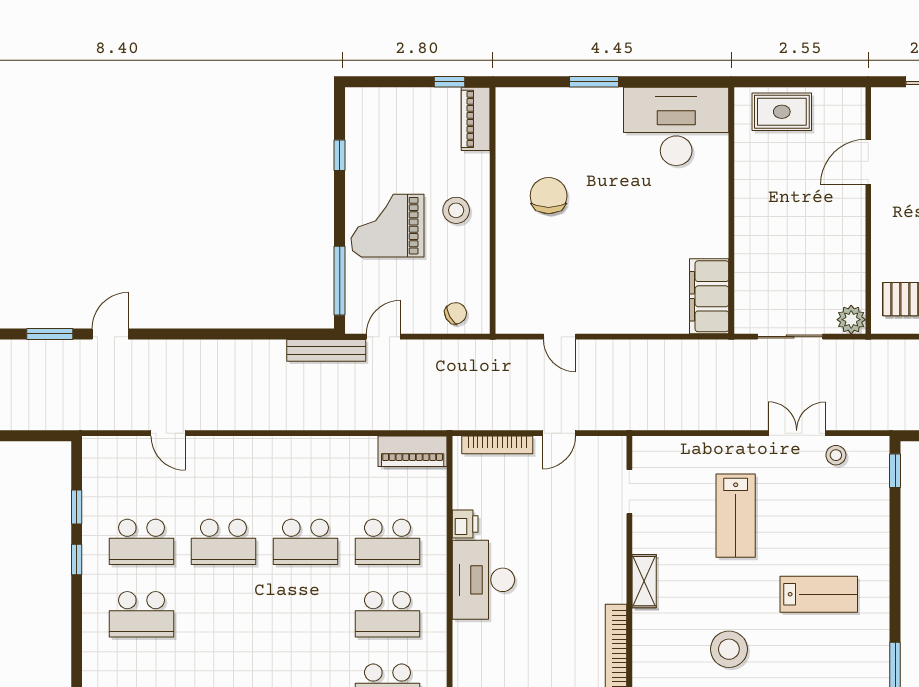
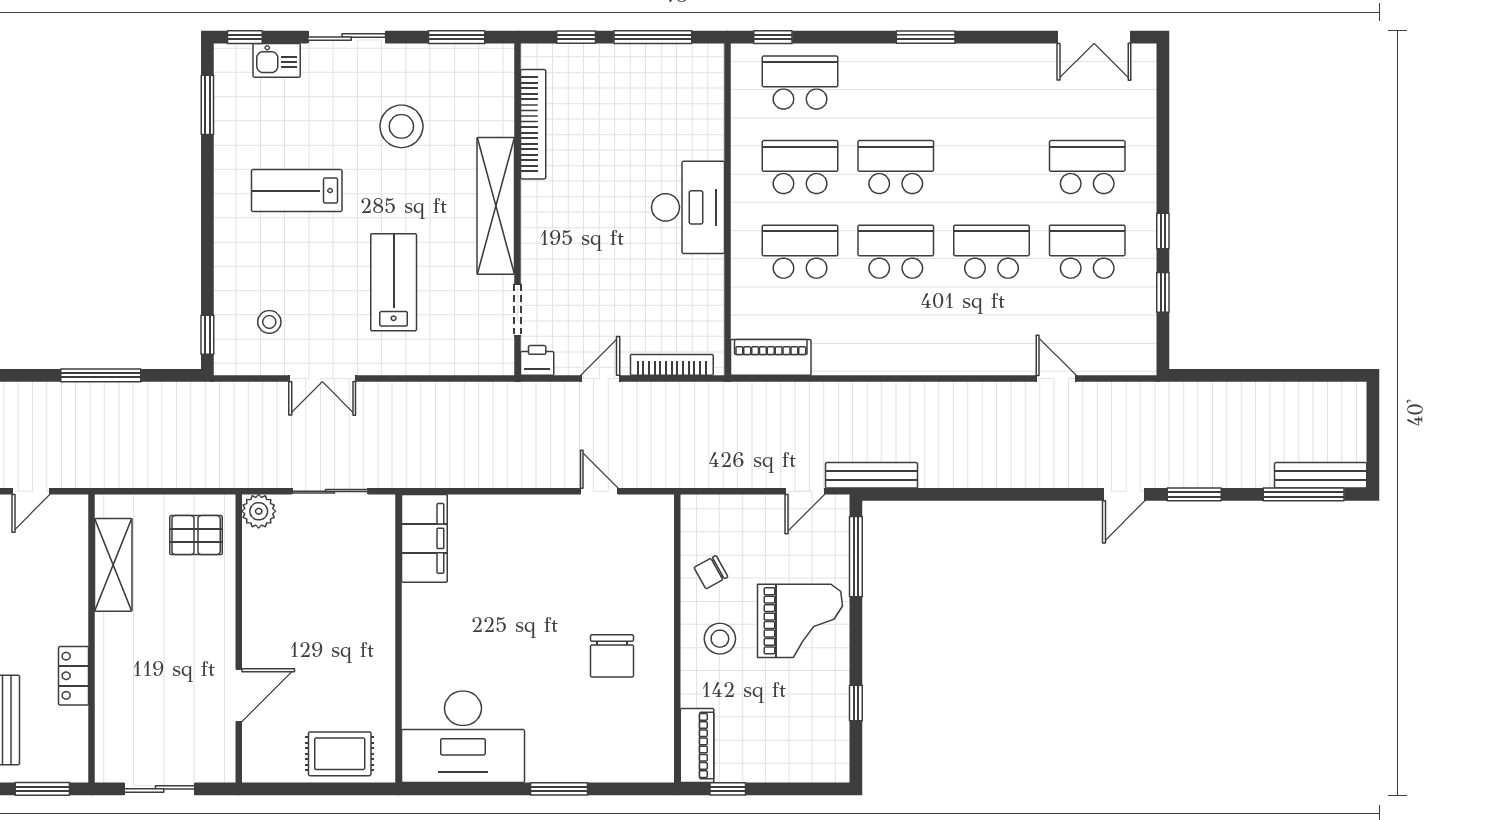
chair: (456, 313) -> (711, 572), moved
stool: (836, 455) -> (269, 322), moved
printer: (465, 524) -> (537, 360), moved, turned 90
shelving: (644, 581) -> (496, 206), width x2.20, depth x1.33
school desk: (305, 614) -> (896, 167), added

